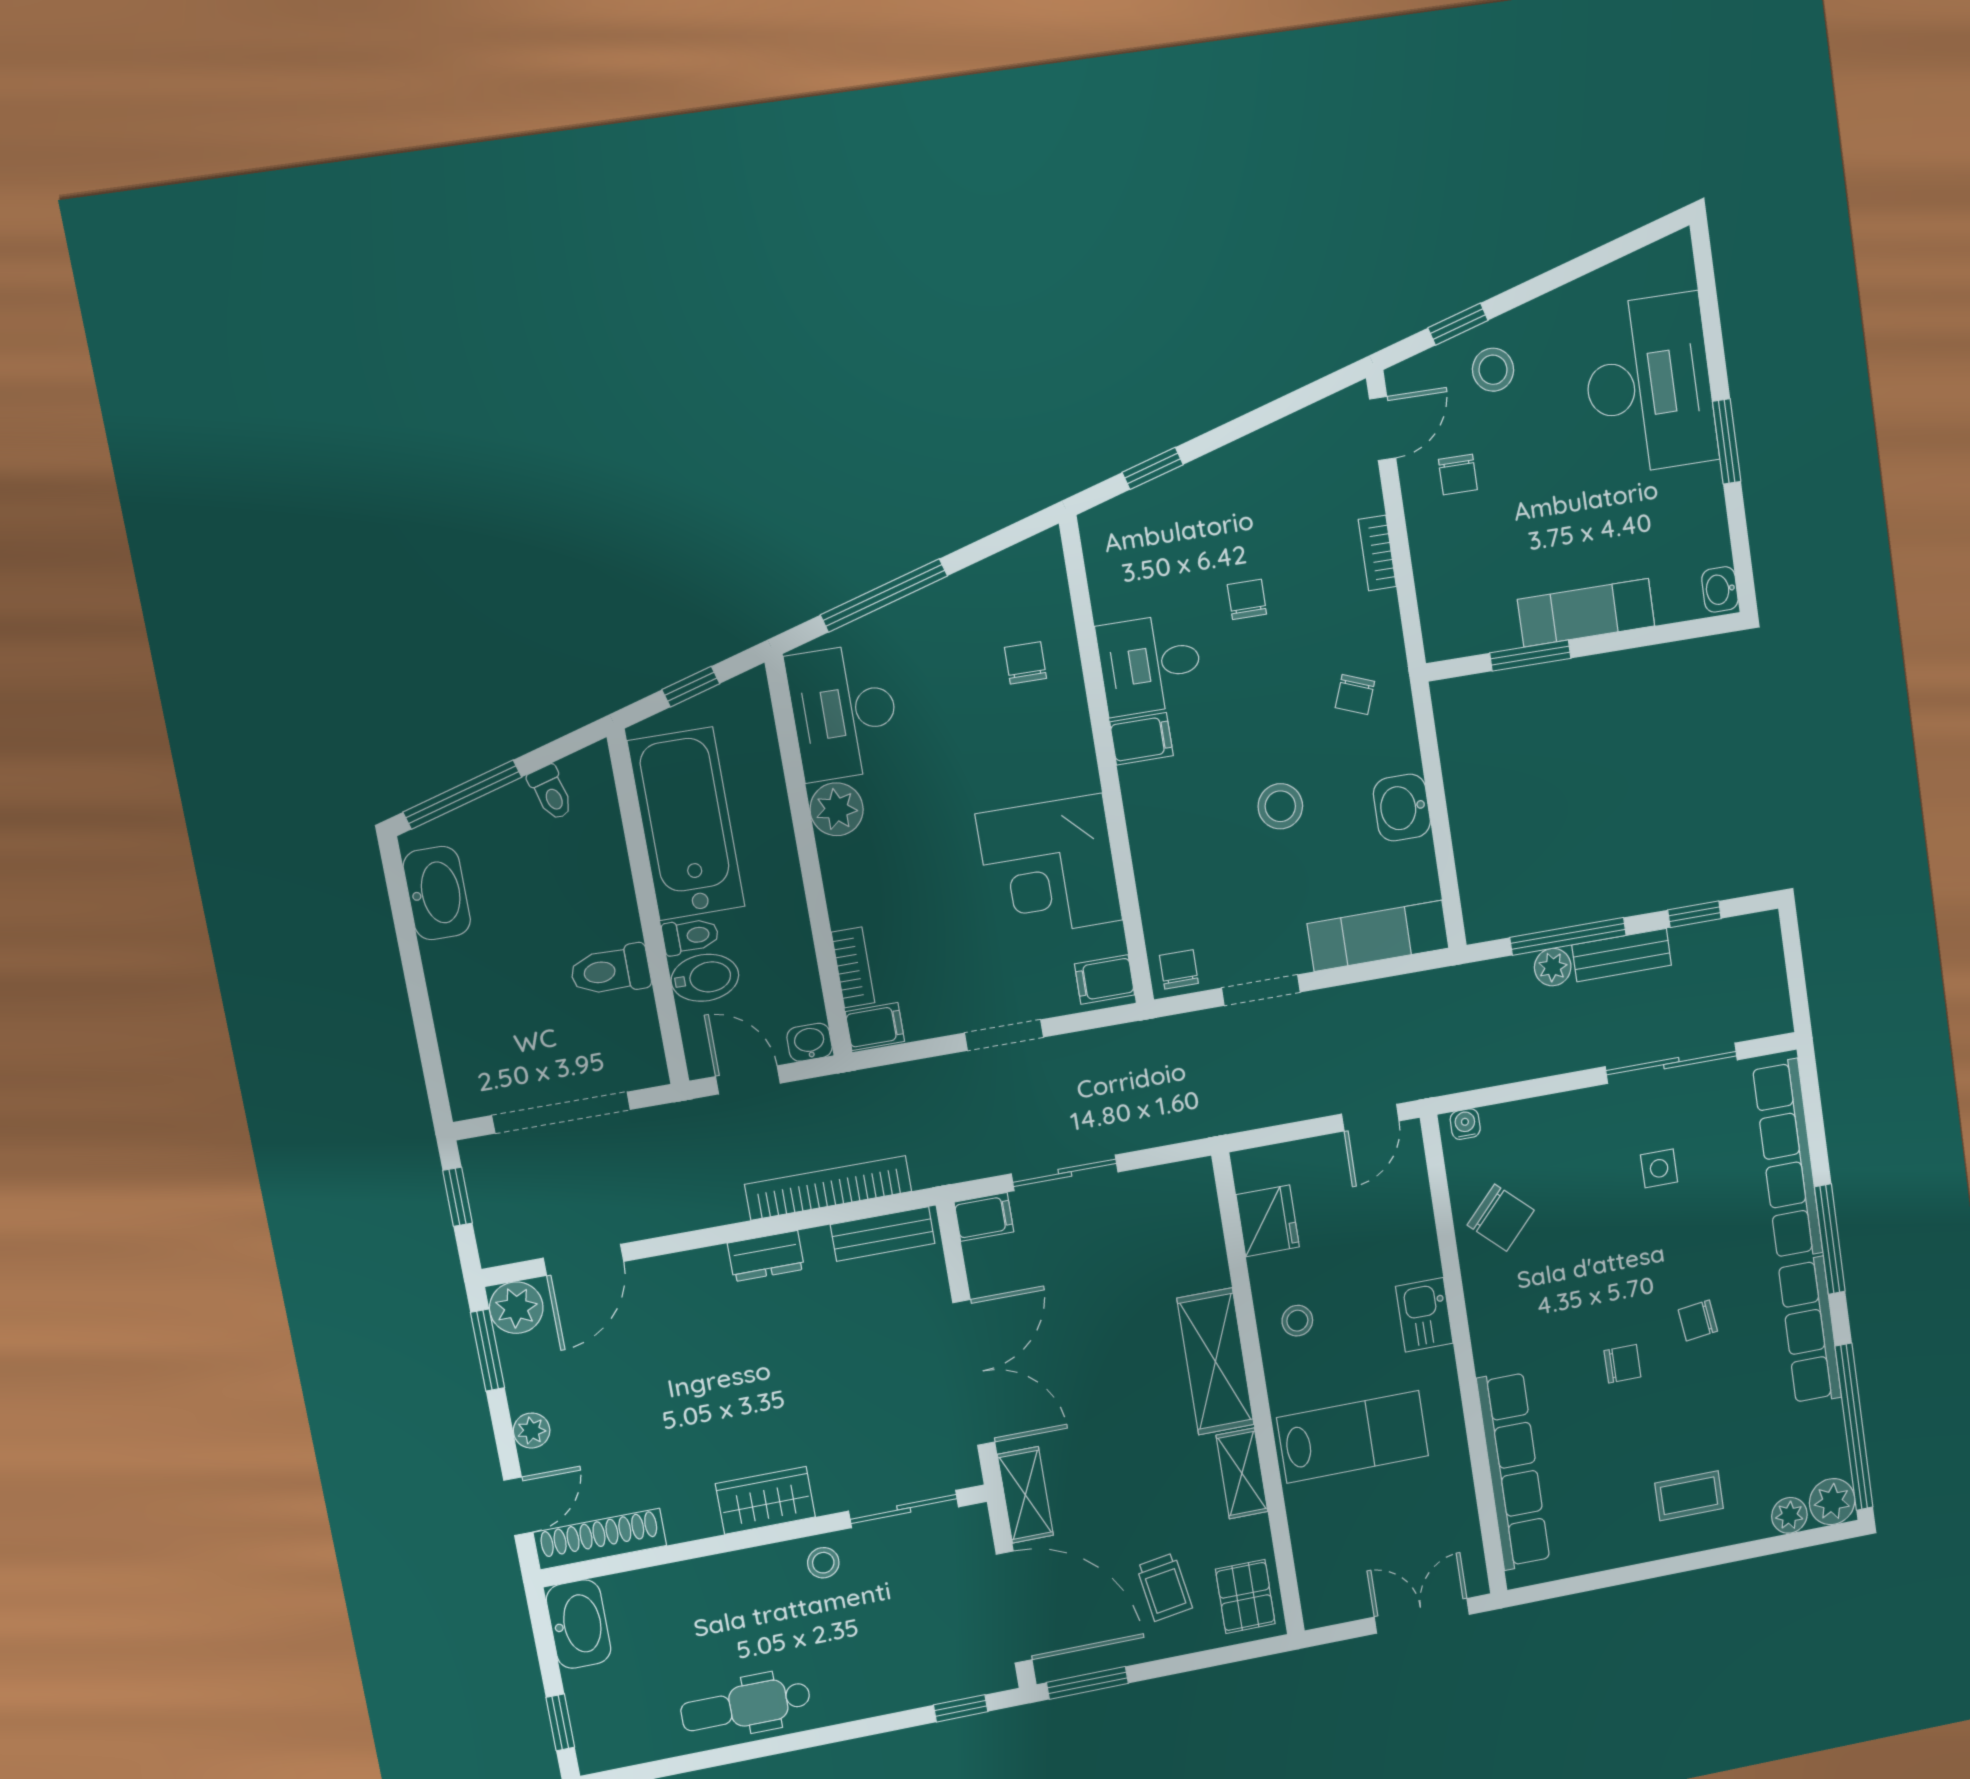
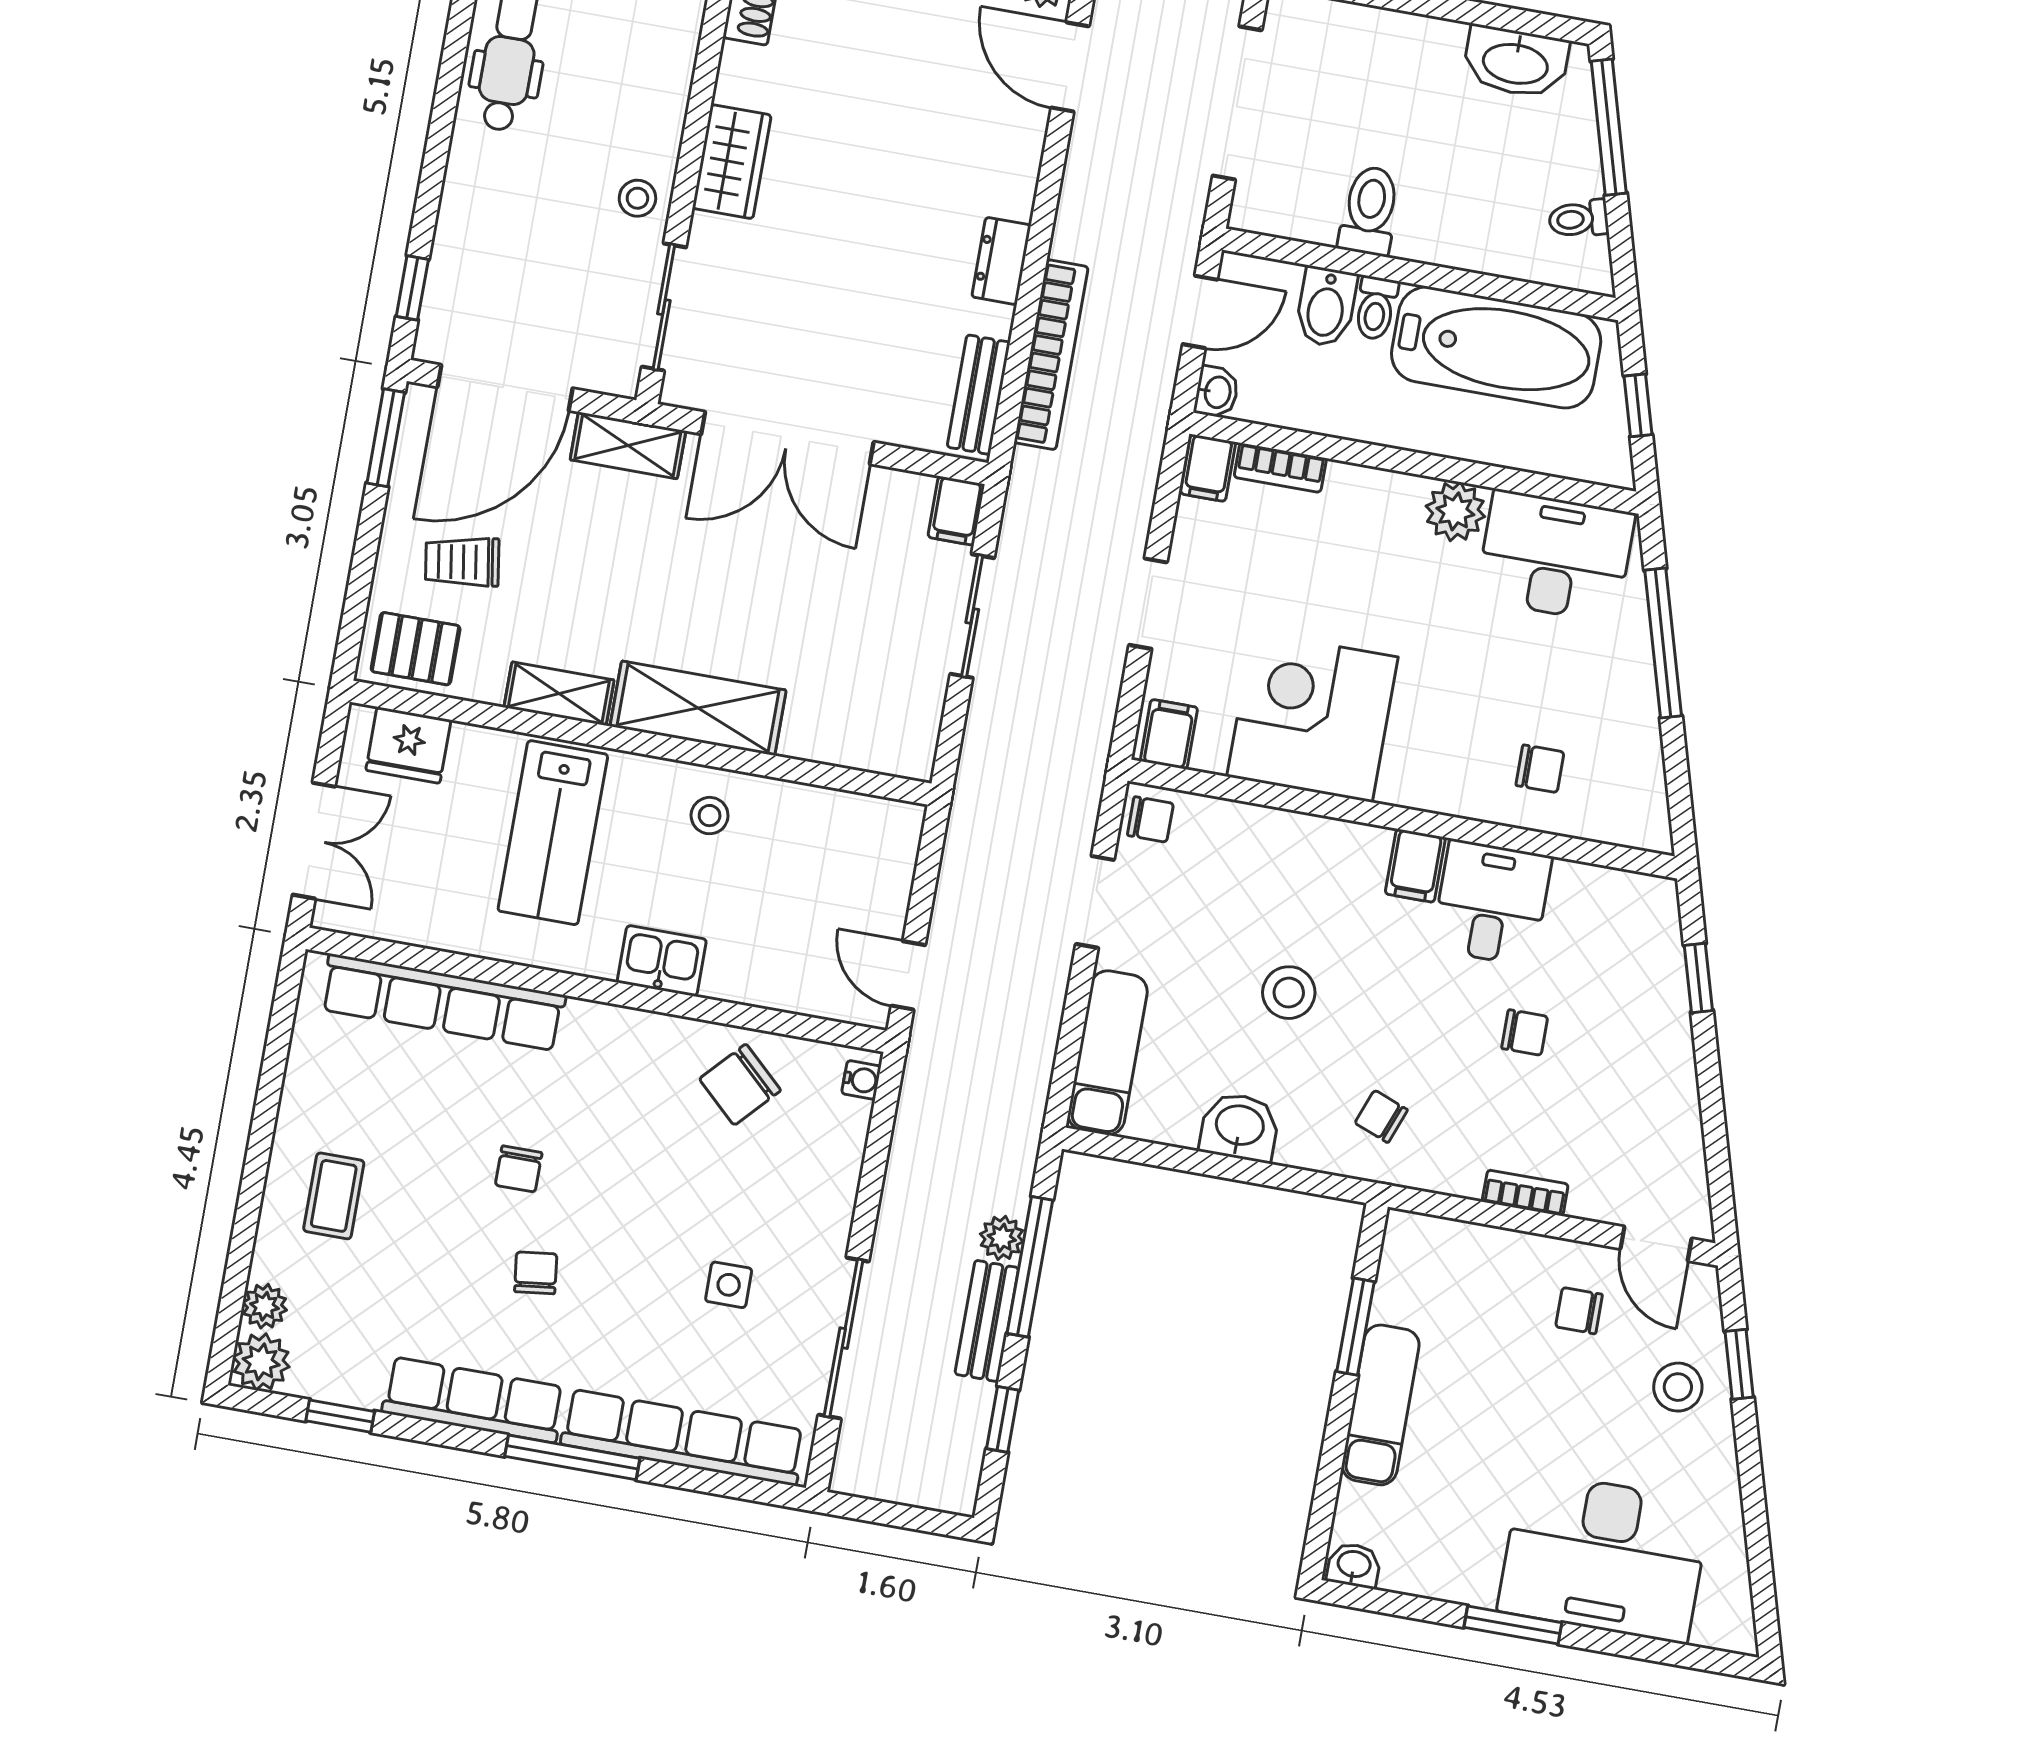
fridge: (1268, 1221) -> (408, 745), moved
window: (1854, 1427) -> (340, 1416), width x0.32

